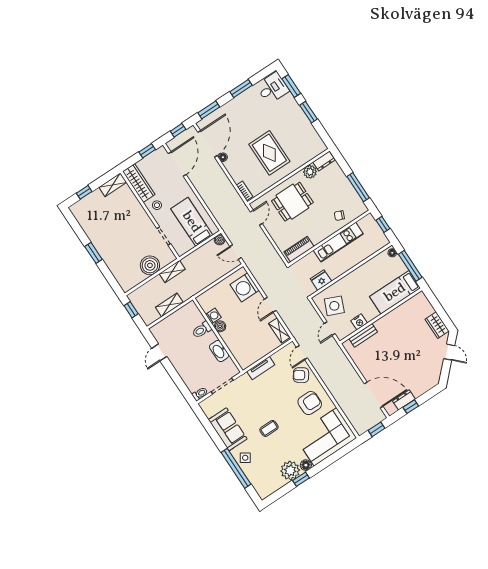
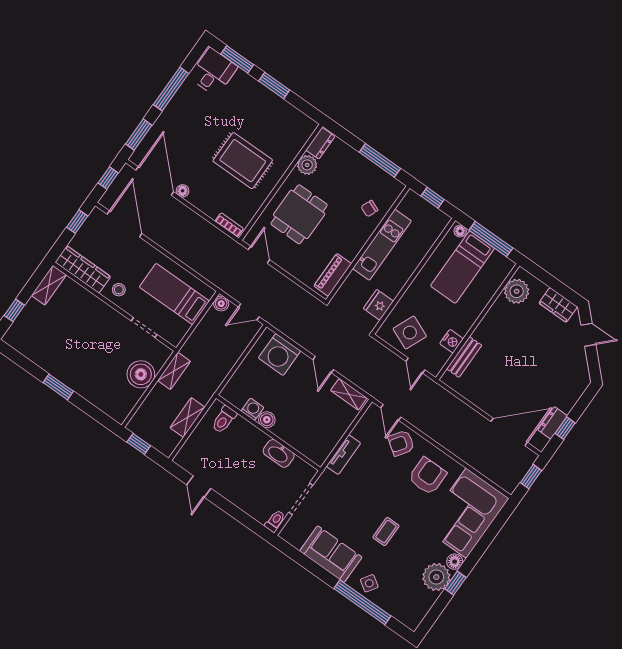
window: (241, 89) -> (171, 89), width x1.44
bed: (395, 292) -> (462, 267), moved
plant: (414, 306) -> (517, 291), added
toilet: (202, 330) -> (224, 420), moved

